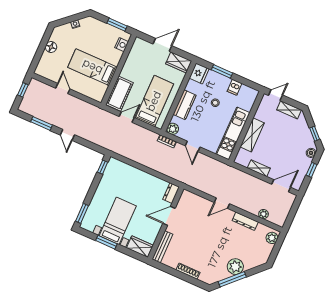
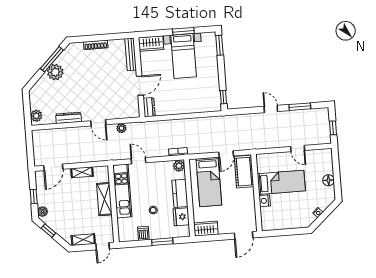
window: (117, 25) -> (280, 233), removed
nightstand: (122, 45) -> (265, 201), moved
door: (162, 45) -> (244, 235), moved
fridge: (199, 73) -> (181, 217), moved
door: (193, 146) -> (139, 161), moved
door: (222, 203) -> (98, 123), swing flipped
plant: (264, 214) -> (121, 128), moved

